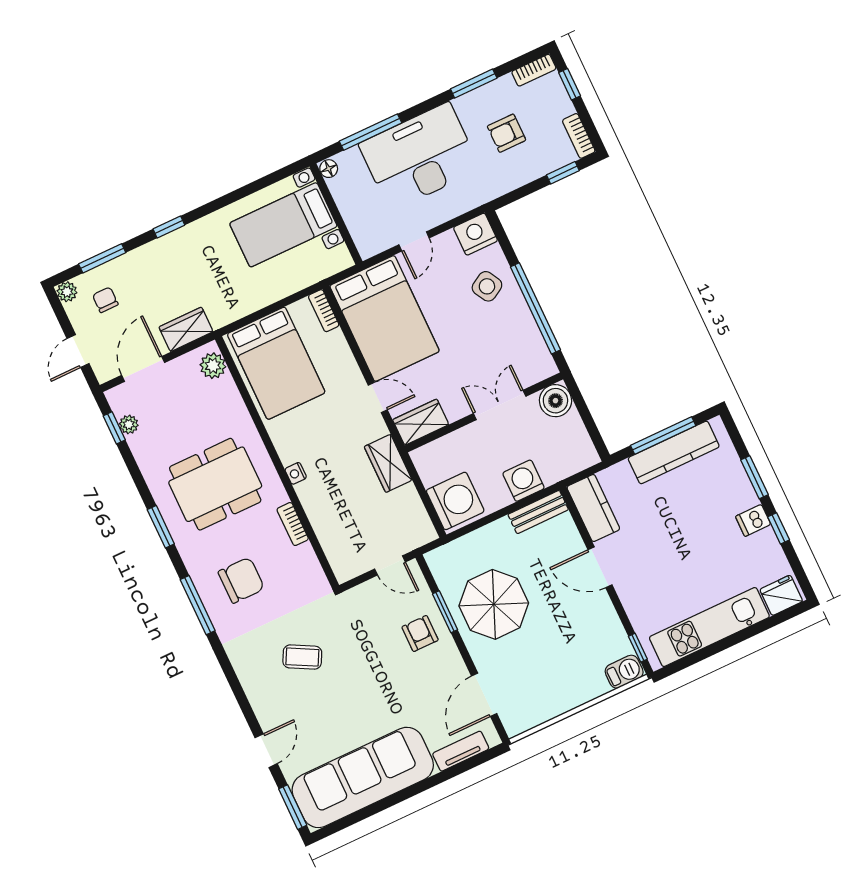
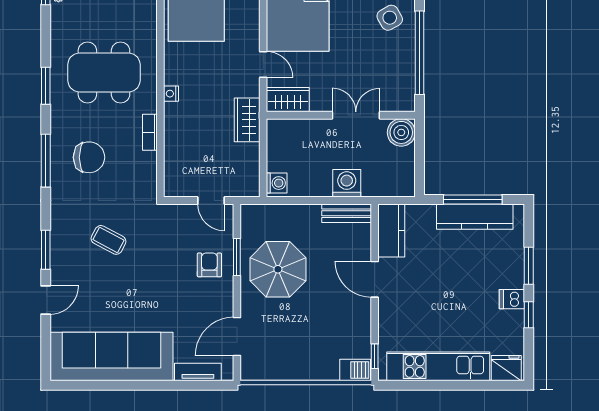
washing machine: (455, 501) -> (277, 183), width x0.53, depth x0.53
window: (293, 807) -> (46, 250), moved

